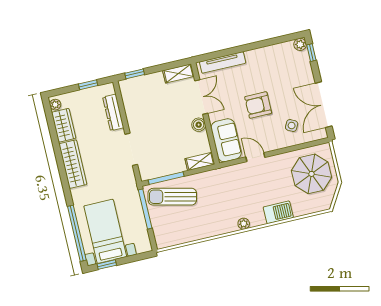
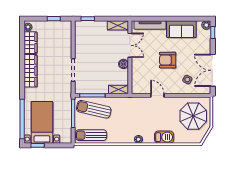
dresser: (113, 112) -> (67, 42), removed
sofa: (226, 140) -> (181, 29), moved, turned 90
sun lounger: (177, 233) -> (91, 135), added

